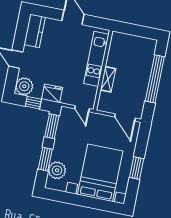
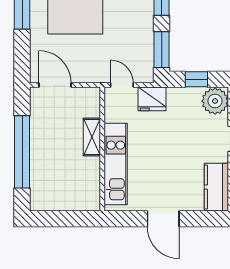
fridge: (52, 93) -> (152, 99), moved

